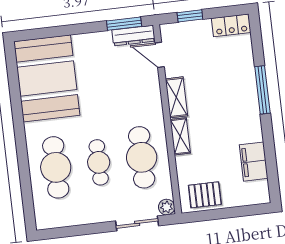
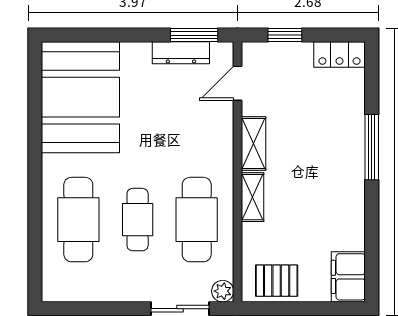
dresser: (133, 36) -> (181, 53), moved
door: (160, 55) -> (237, 83), hinge flipped
filing cabinet: (254, 162) -> (348, 277), moved

